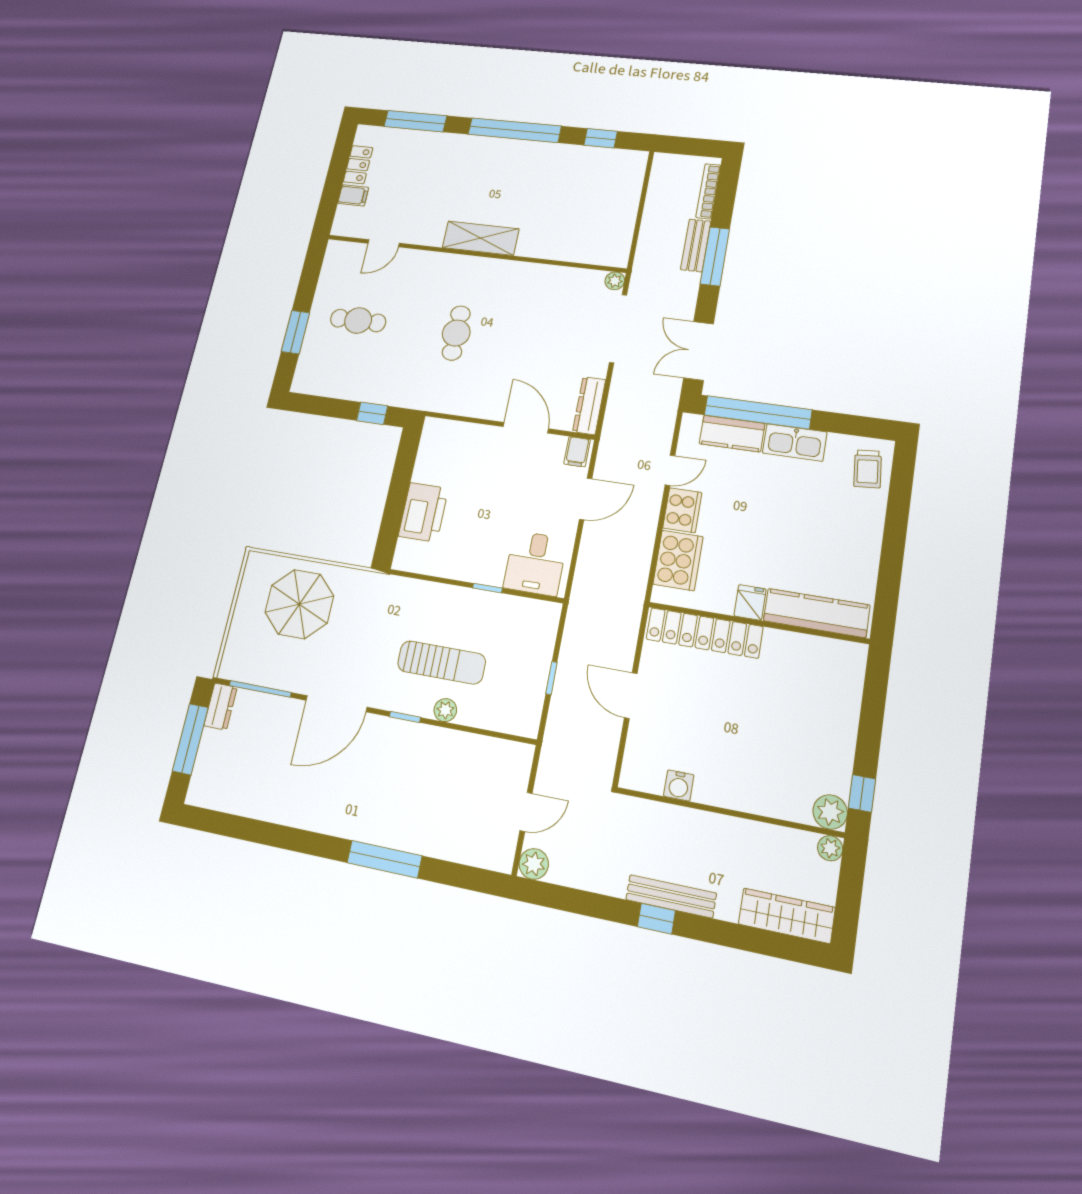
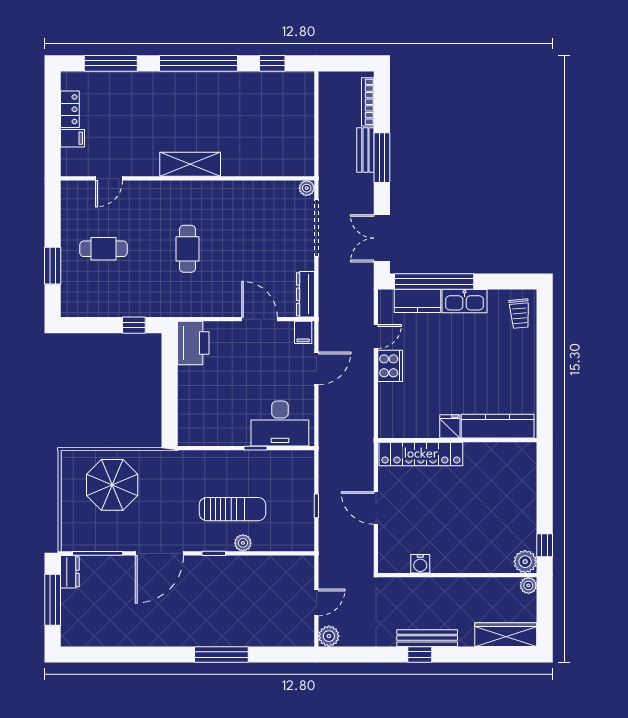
printer: (423, 512) -> (193, 343), moved
cooker: (678, 560) -> (393, 404), removed
desk: (535, 563) -> (280, 424), width x1.37

